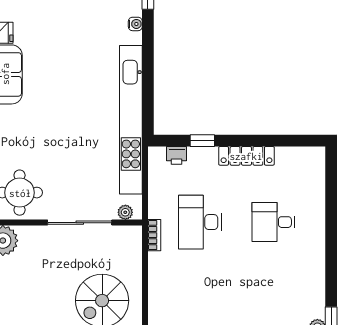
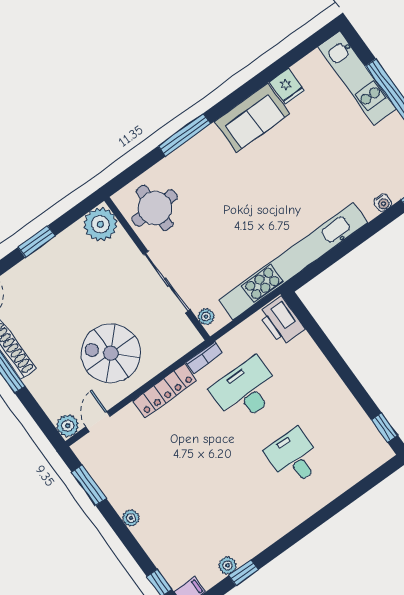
window: (202, 141) -> (384, 427), moved
printer: (177, 155) -> (281, 321), width x1.87, depth x1.48
locker: (246, 156) -> (165, 390), moved, turned -90

